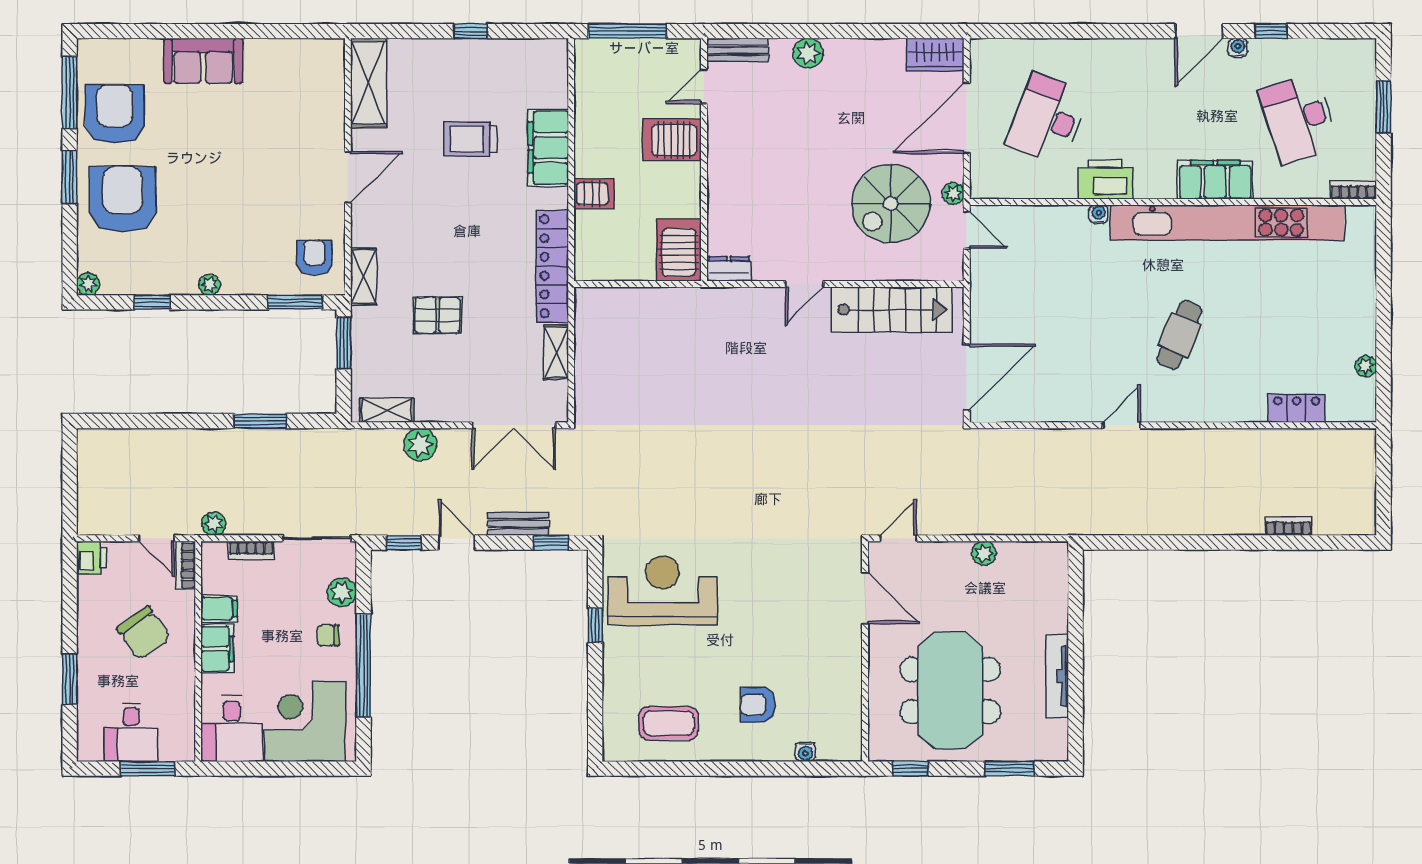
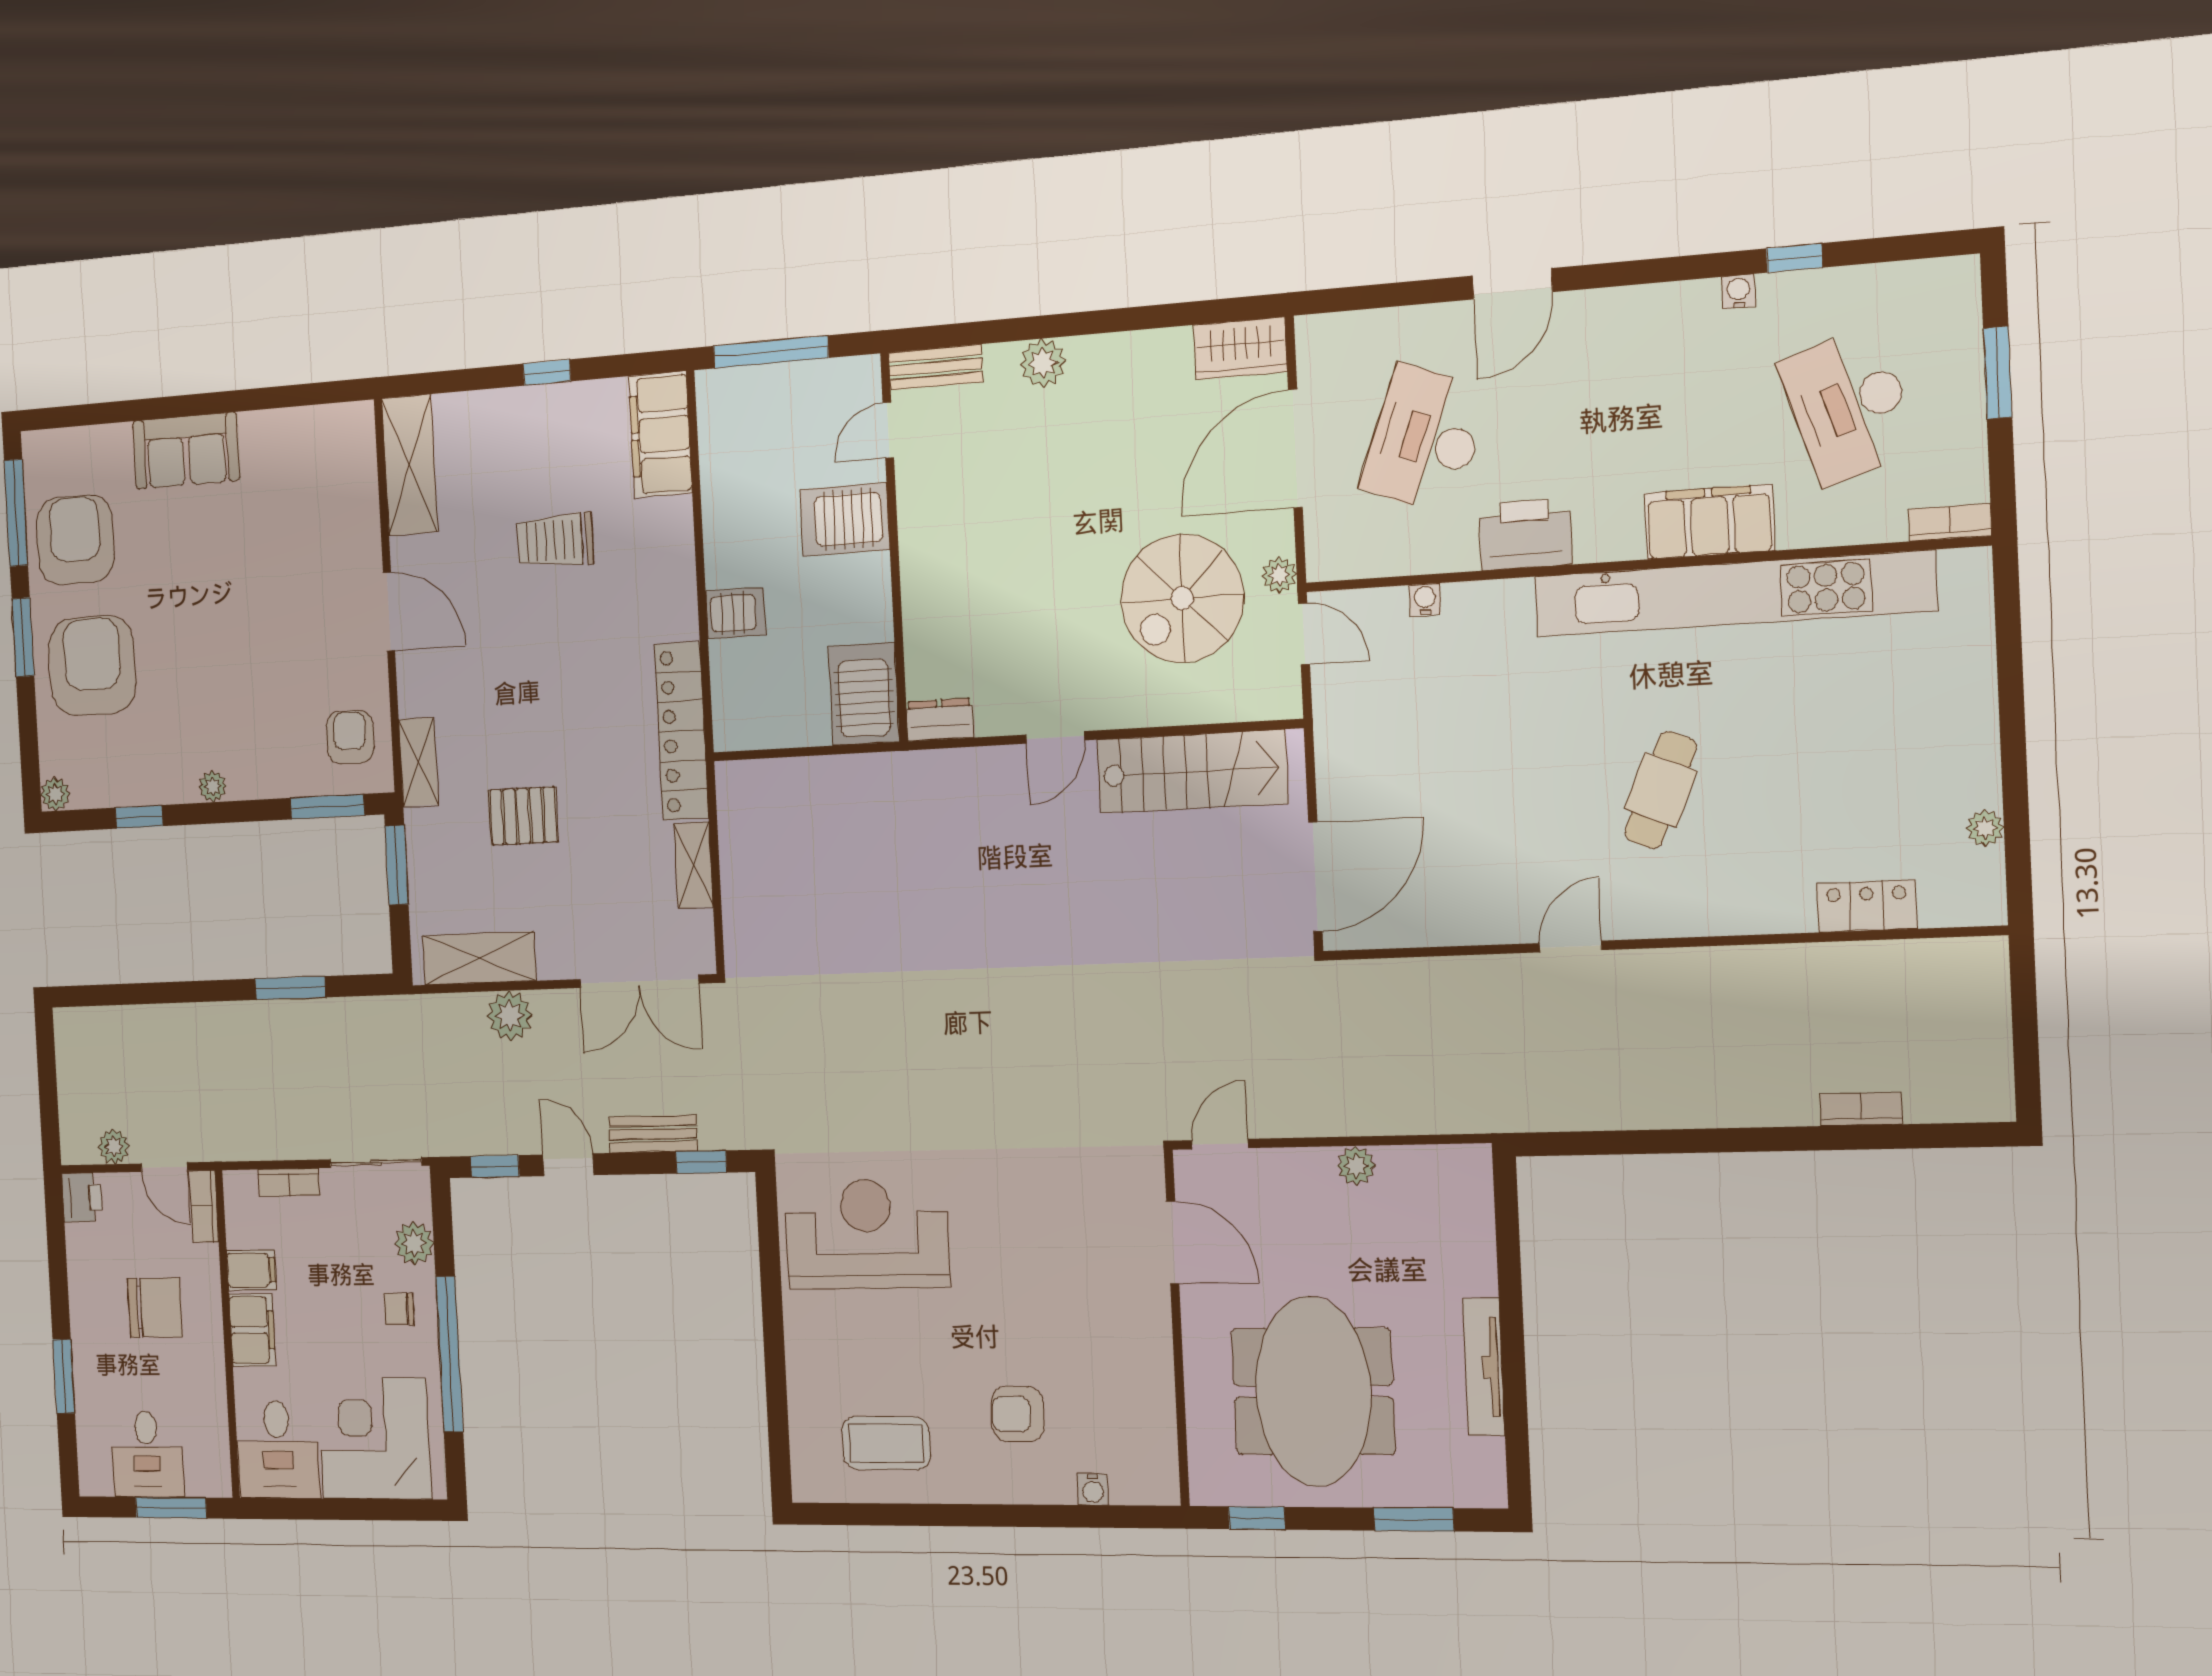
door: (1199, 31) -> (1512, 284), moved
filing cabinet: (548, 148) -> (660, 434), moved
door: (348, 177) -> (389, 612), hinge flipped
water cooler: (1099, 214) -> (1425, 600), moved
shelving: (387, 410) -> (479, 958), width x1.50, depth x1.33
plant: (214, 524) -> (114, 1147), moved
window: (595, 625) -> (771, 1290), removed
chair: (144, 633) -> (155, 1308), turned -55

